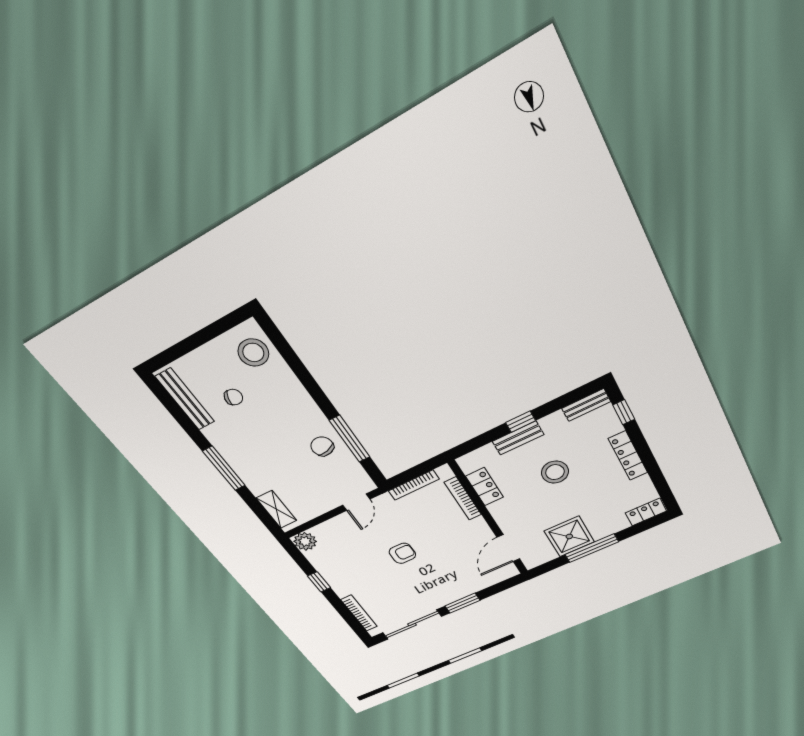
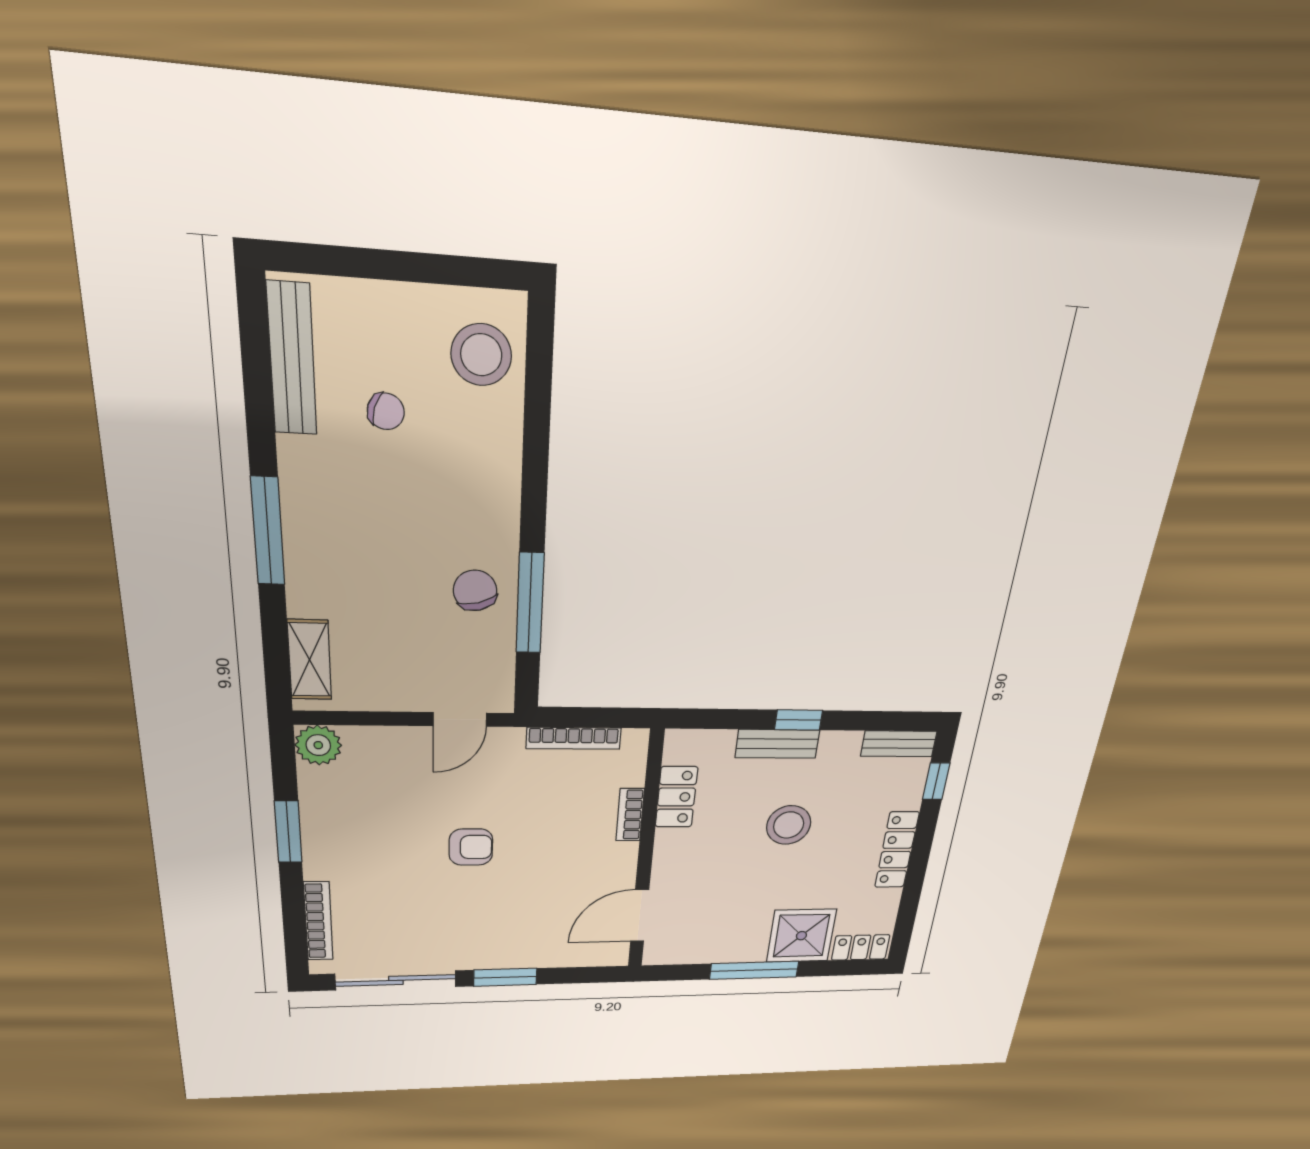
bookcase: (463, 498) -> (630, 815), width x0.64
shower: (569, 536) -> (801, 936), moved
window: (319, 582) -> (288, 832), width x1.50

